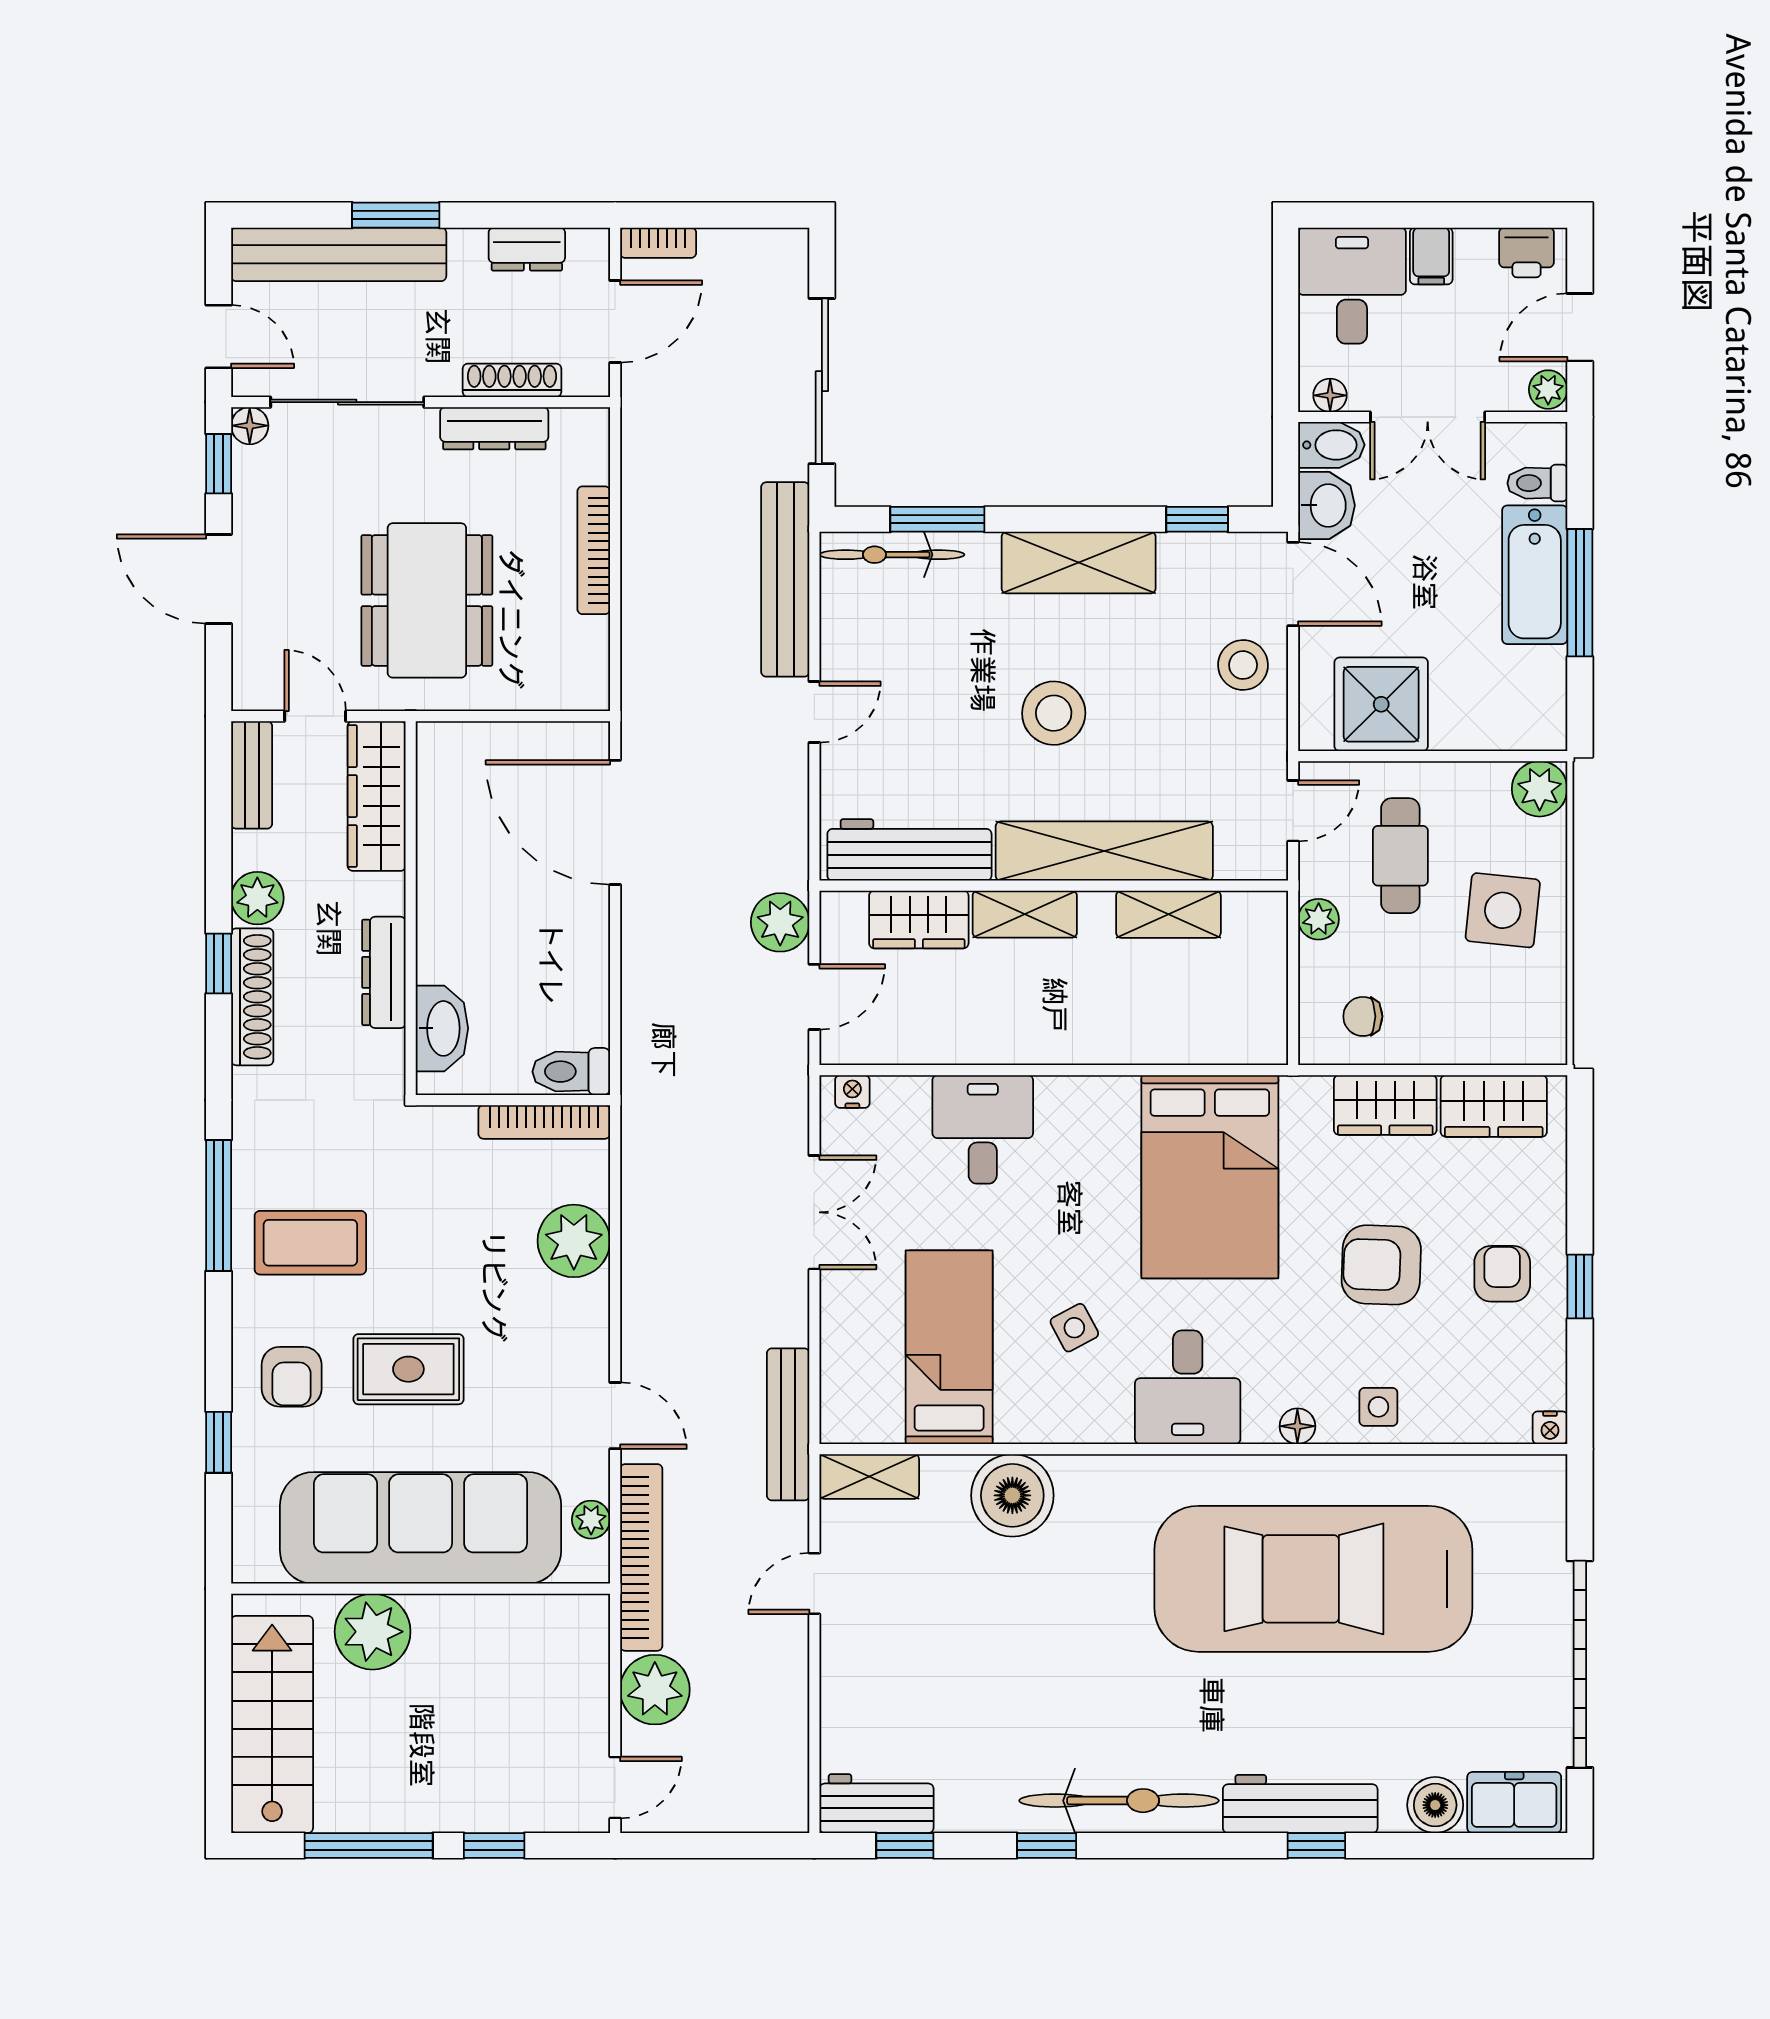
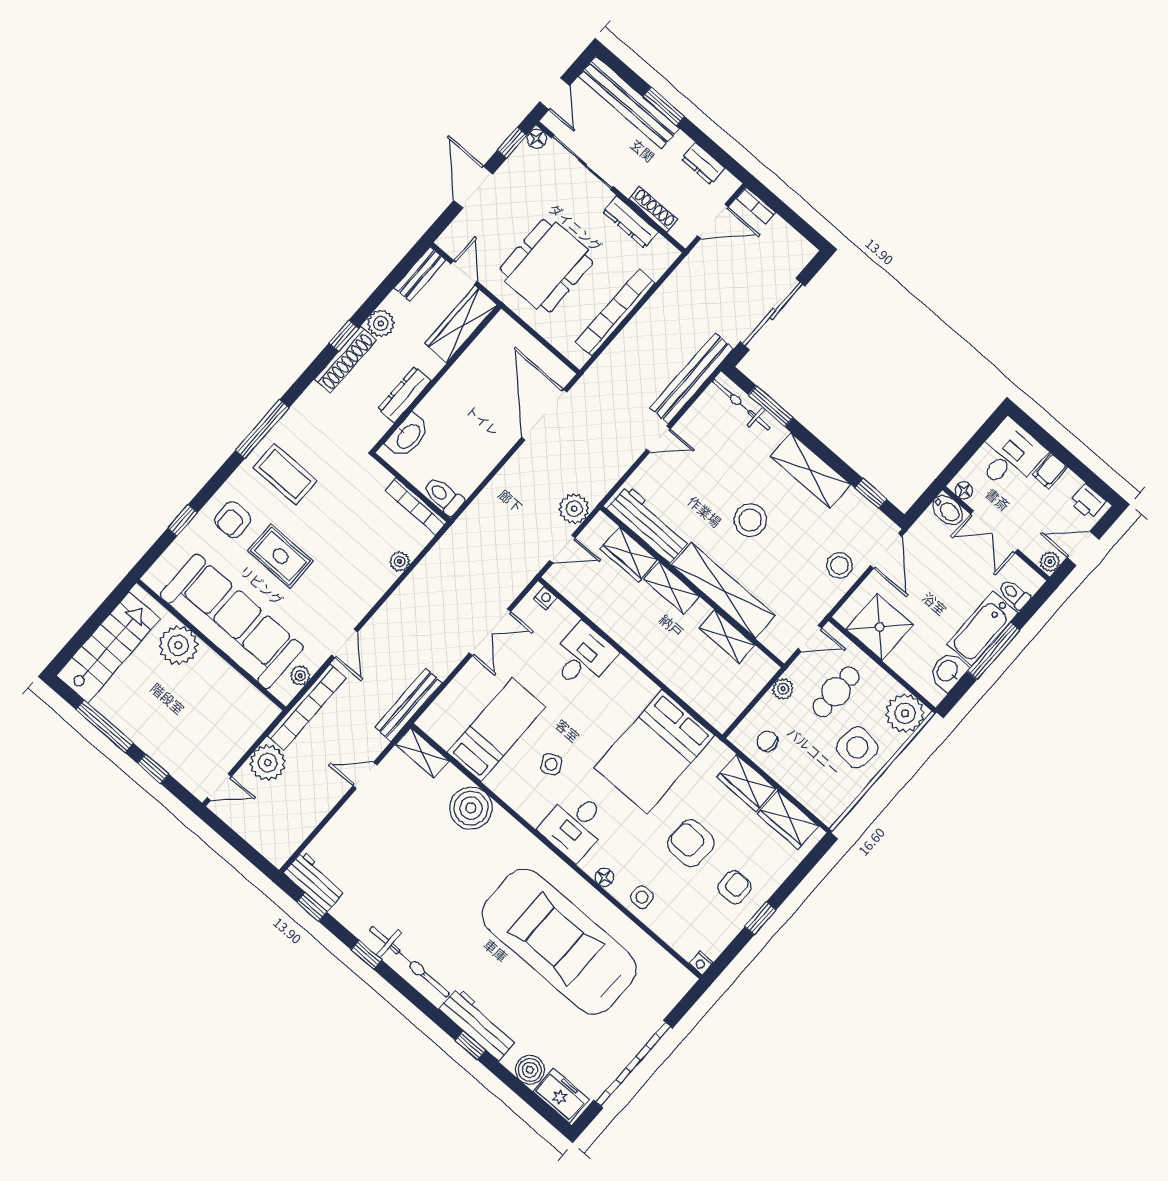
washbasin: (1326, 505) -> (948, 671), moved, turned 180
bookcase: (594, 550) -> (615, 313), width x1.48, depth x1.31
plant: (1540, 789) -> (905, 713), width x1.36, depth x1.36
plant: (574, 1241) -> (400, 561), width x0.53, depth x0.53

